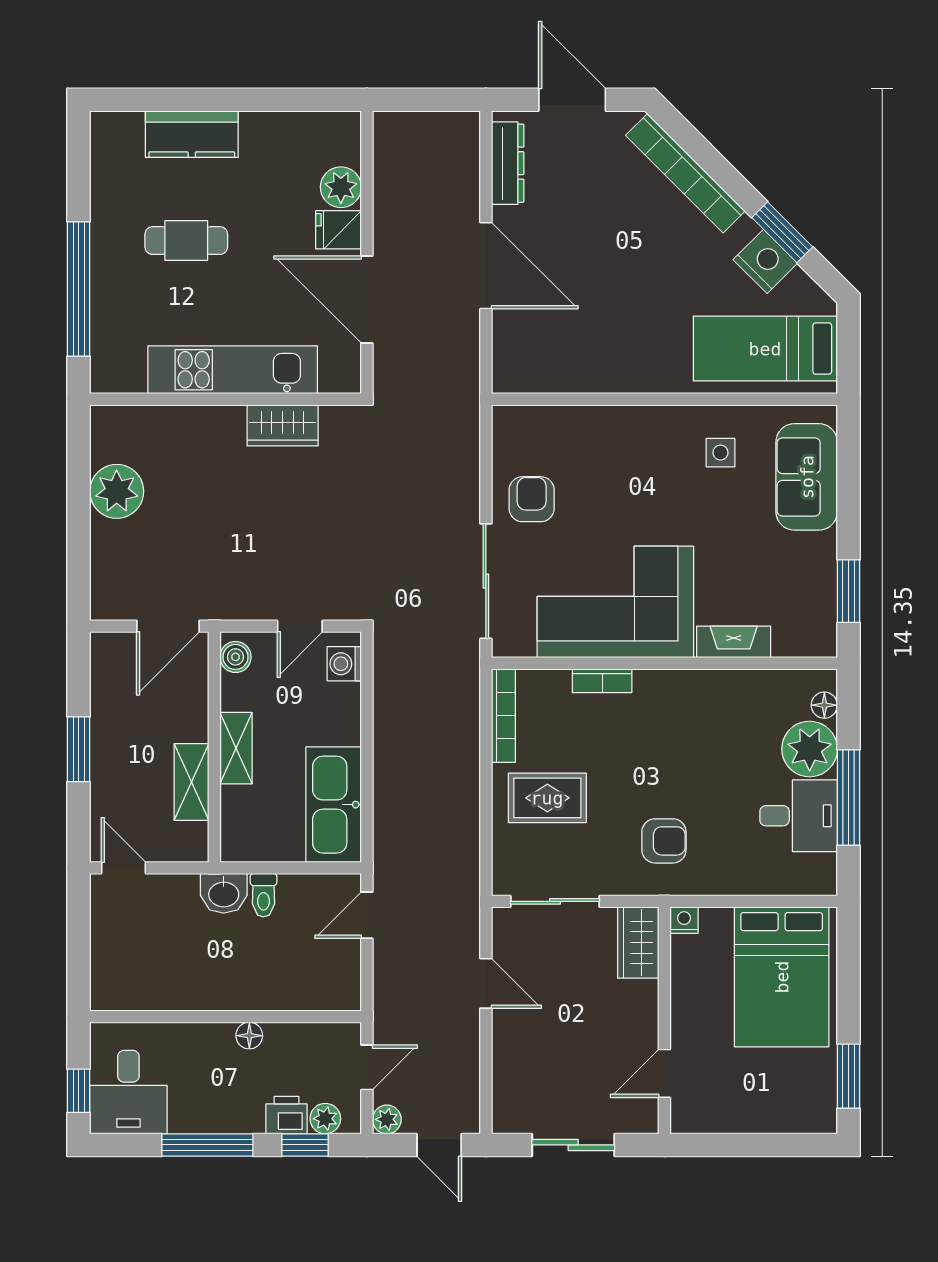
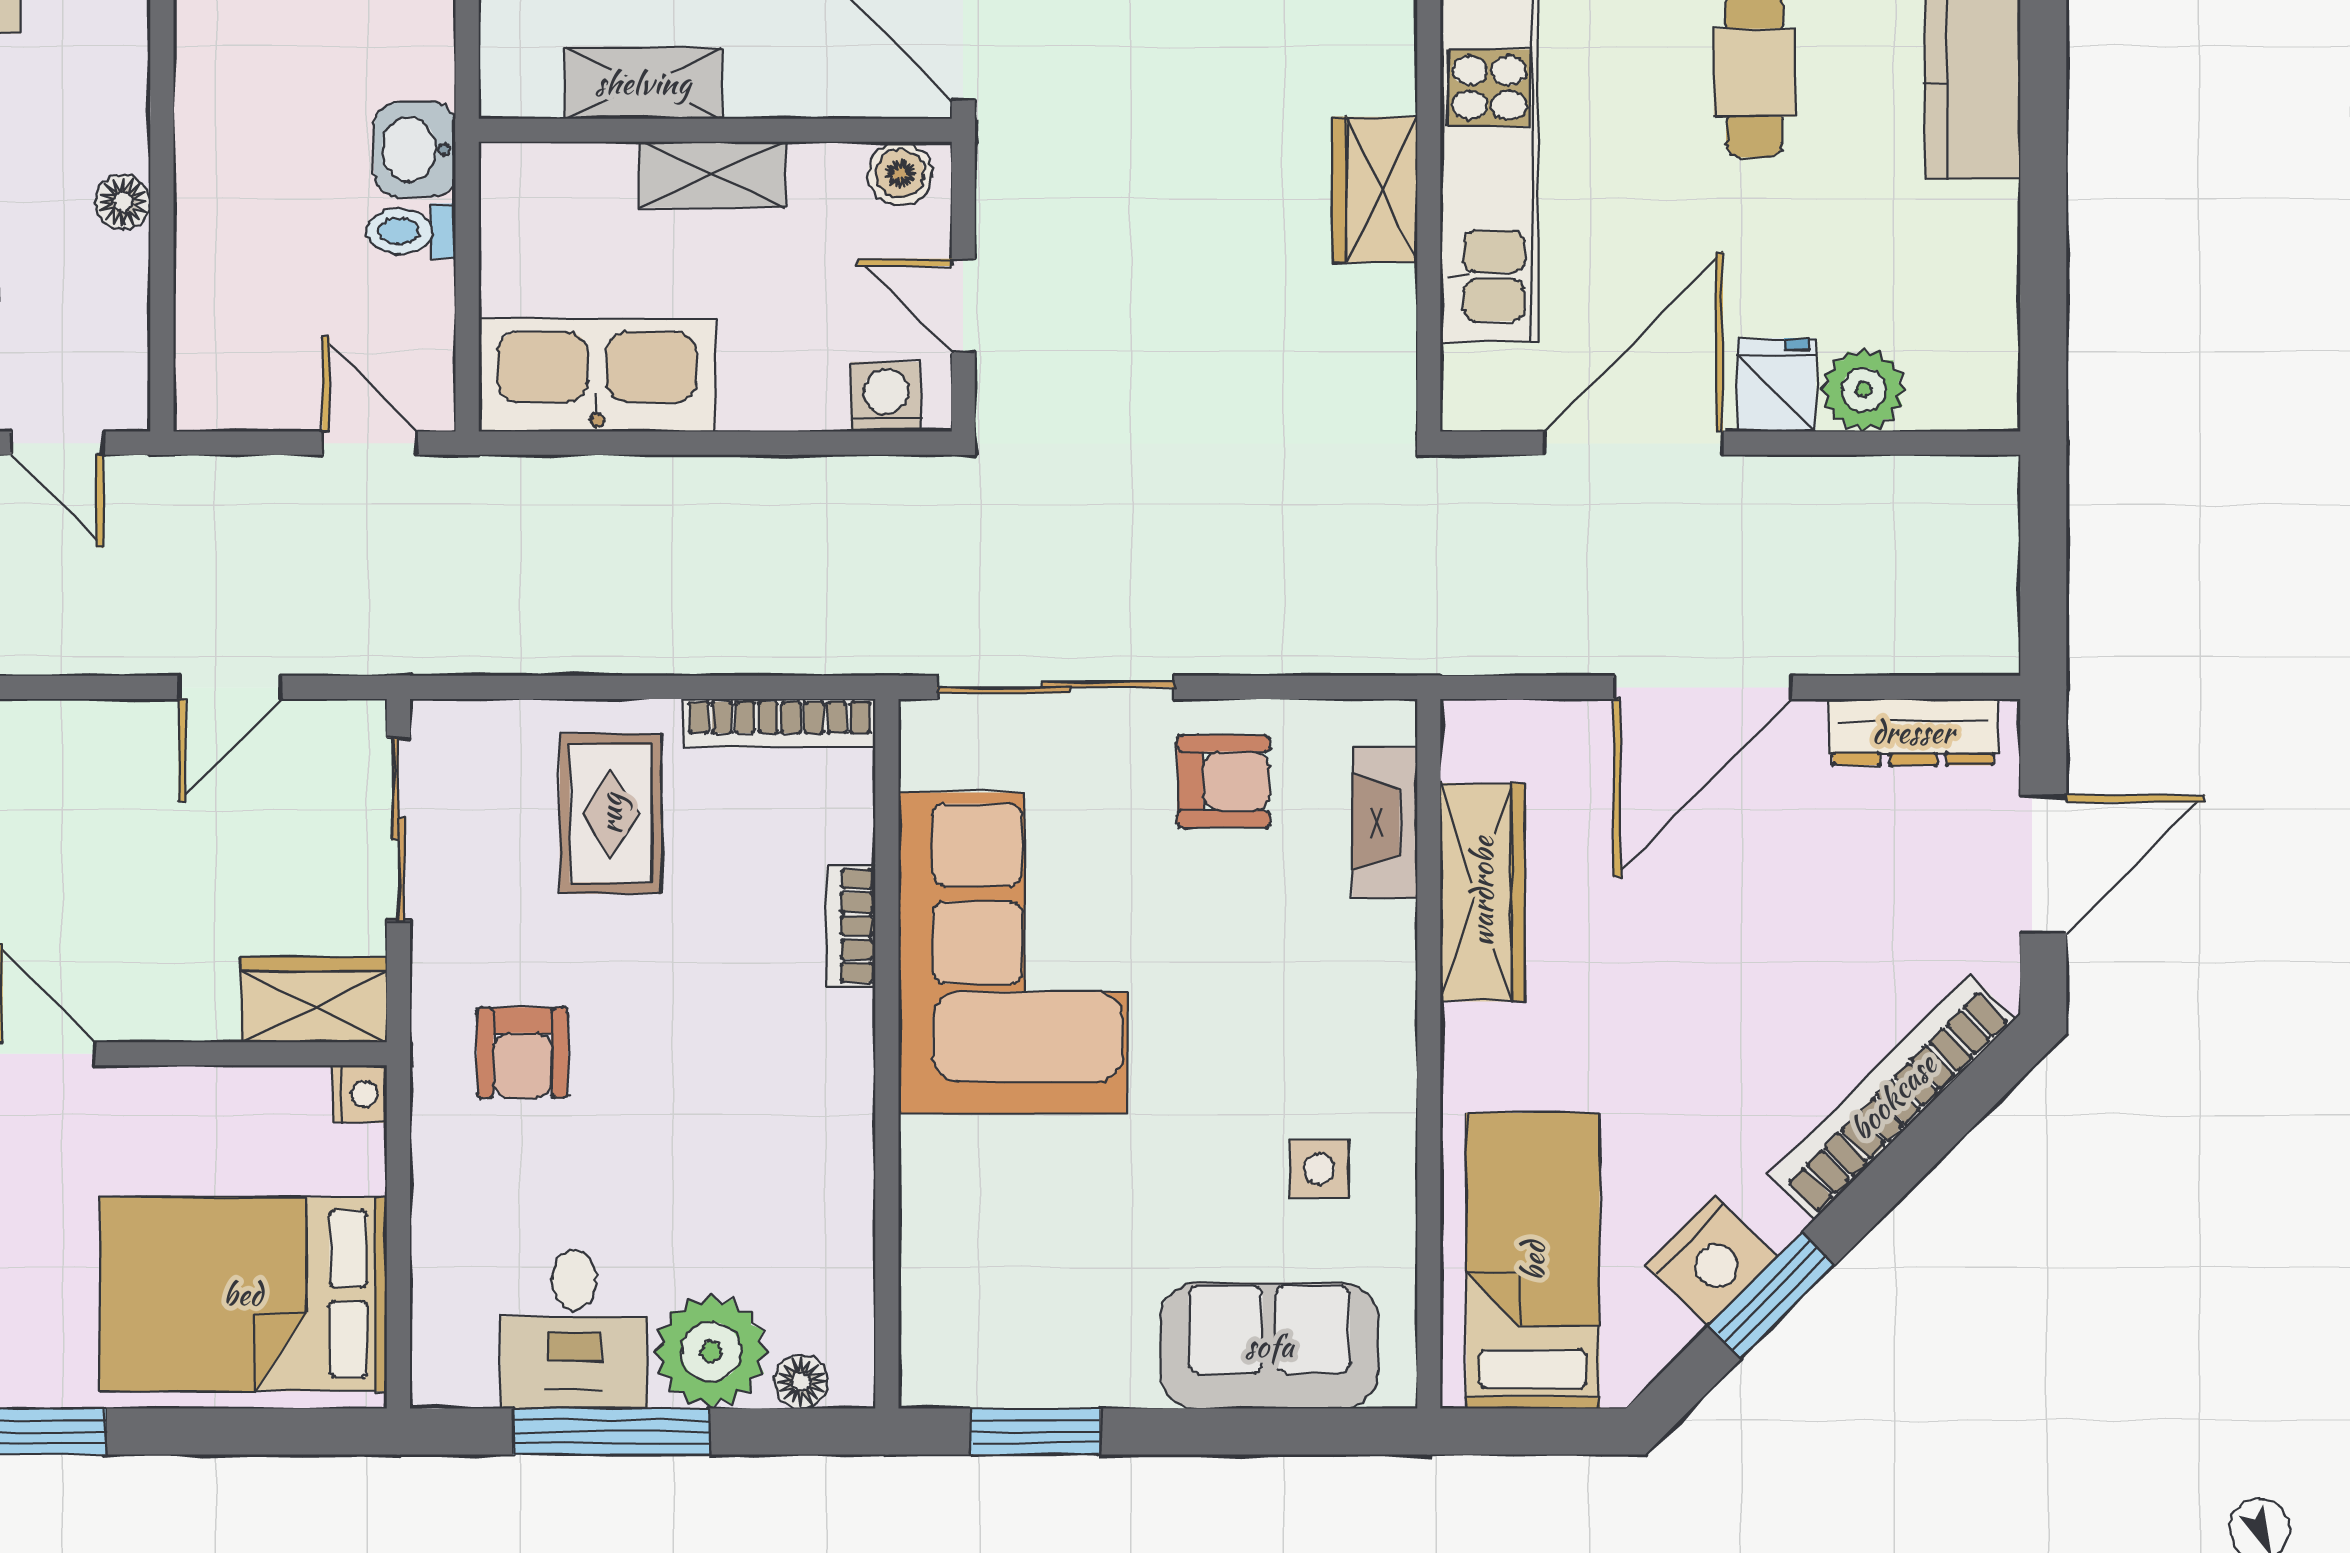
wardrobe: (586, 373) -> (1482, 892), added
wardrobe: (283, 425) -> (1375, 190), moved
fireplace: (734, 642) -> (1385, 822), moved, turned 180

